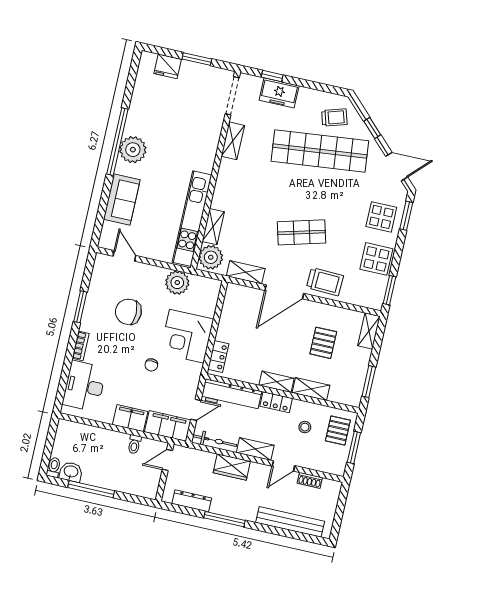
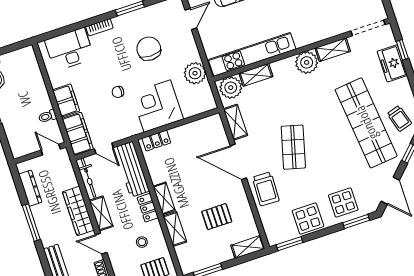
plant: (230, 172) -> (307, 62), added
shop shelf: (301, 232) -> (293, 147), turned 30
wardrobe: (232, 467) -> (78, 211), width x1.50

